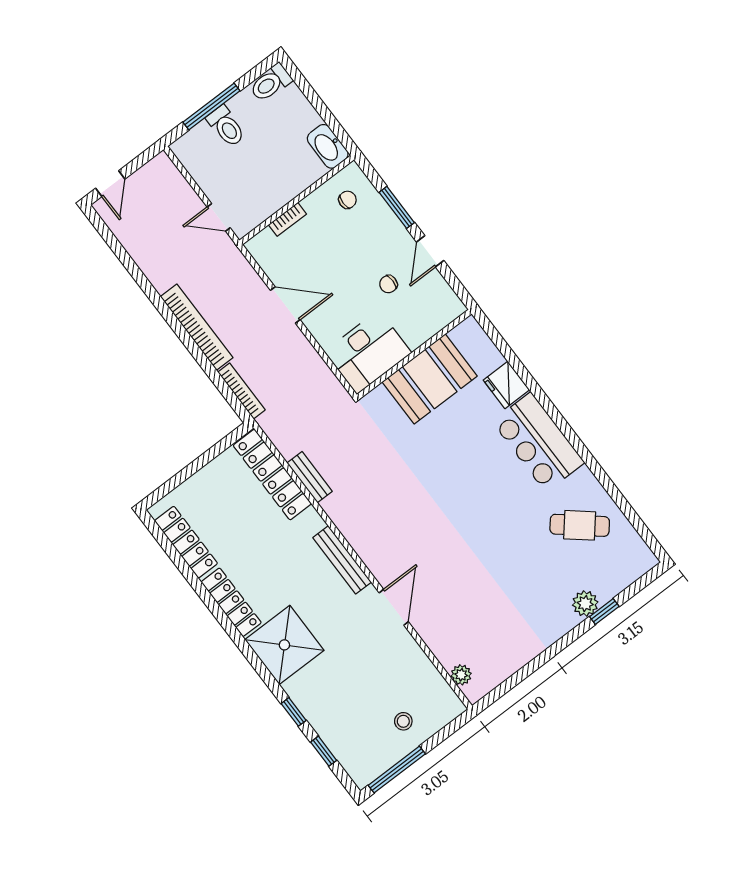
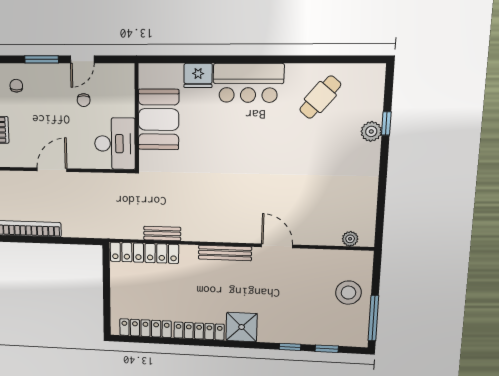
door: (430, 251) -> (82, 59), hinge flipped
bookcase: (241, 391) -> (83, 232), removed
shower: (284, 645) -> (242, 327), width x0.73, depth x0.73
stool: (403, 721) -> (348, 293), width x1.89, depth x1.89

